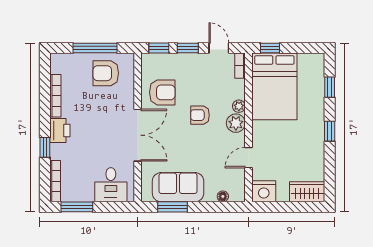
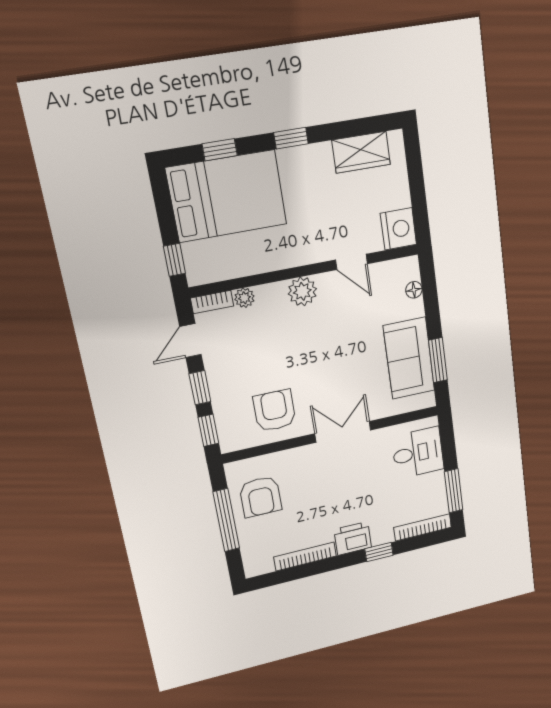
bed: (274, 86) -> (227, 196), moved
plant: (239, 106) -> (244, 298), moved
armchair: (200, 115) -> (299, 348), removed
double door: (138, 135) -> (343, 432), width x0.73
wardrobe: (307, 192) -> (361, 152), moved, turned -90

